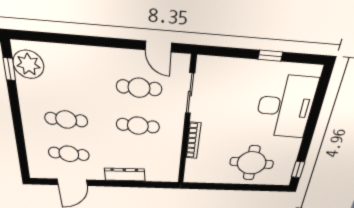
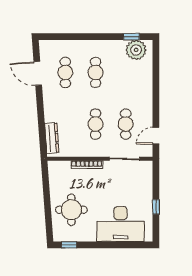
dresser: (125, 175) -> (52, 138), moved

